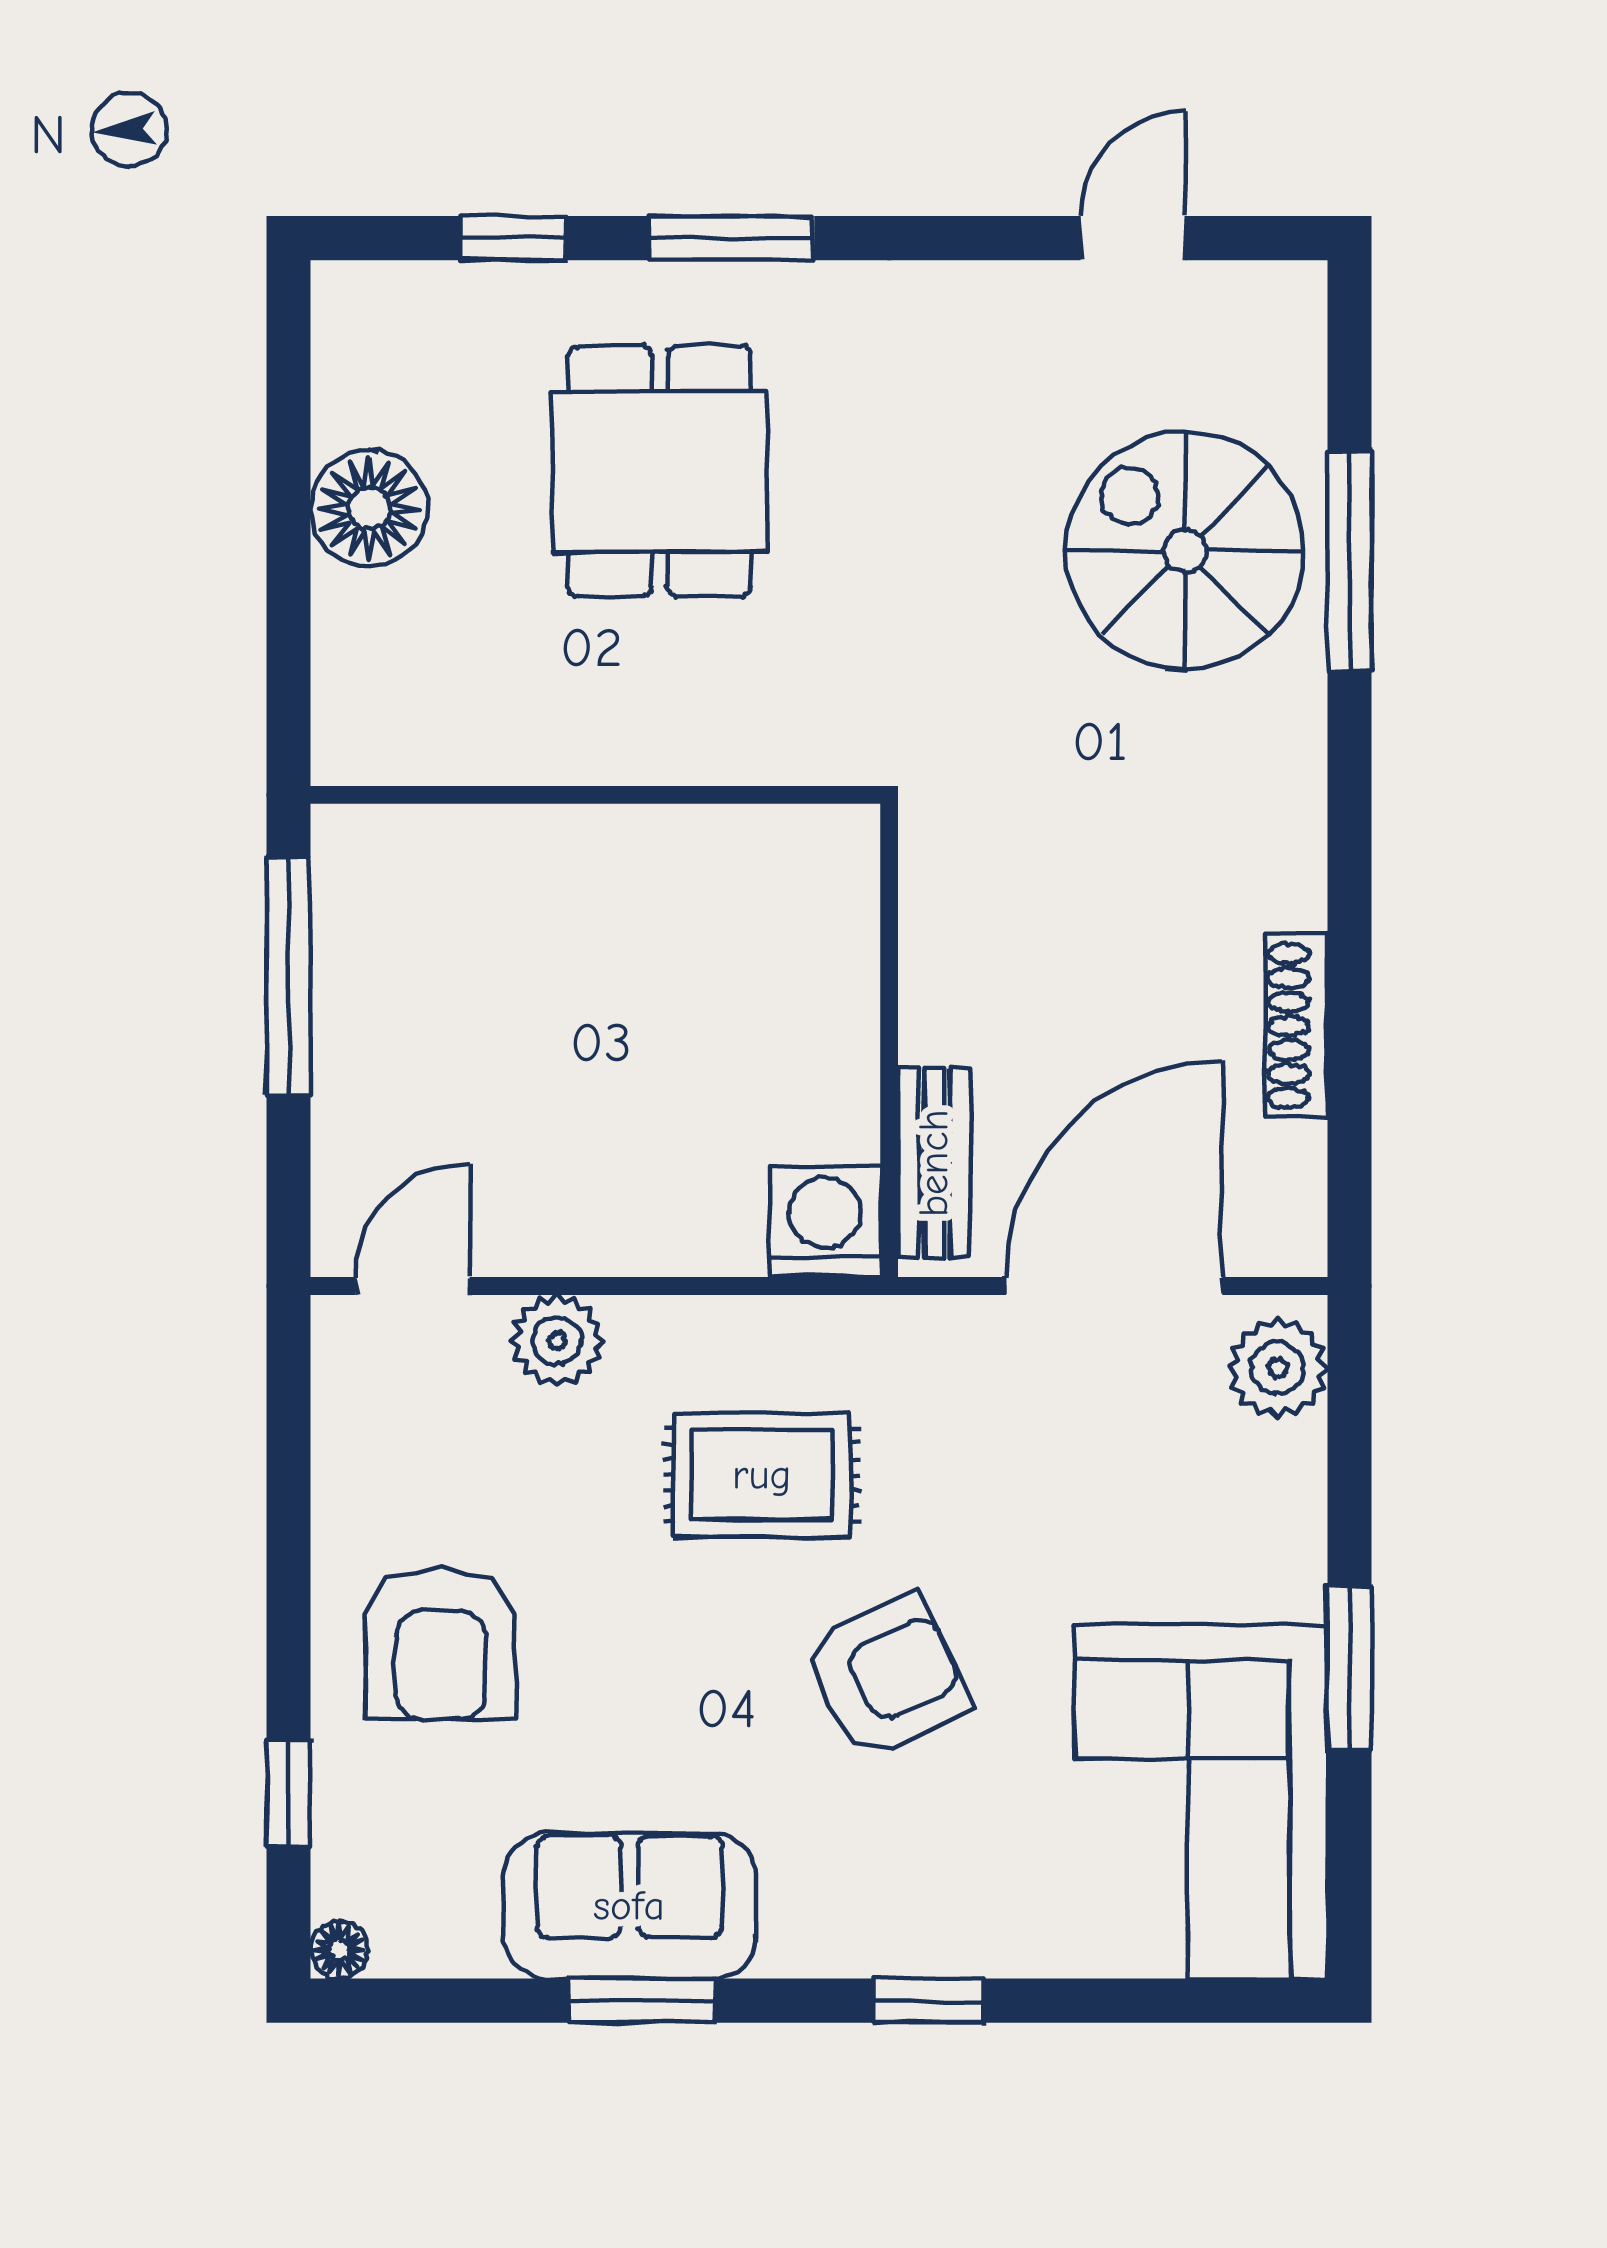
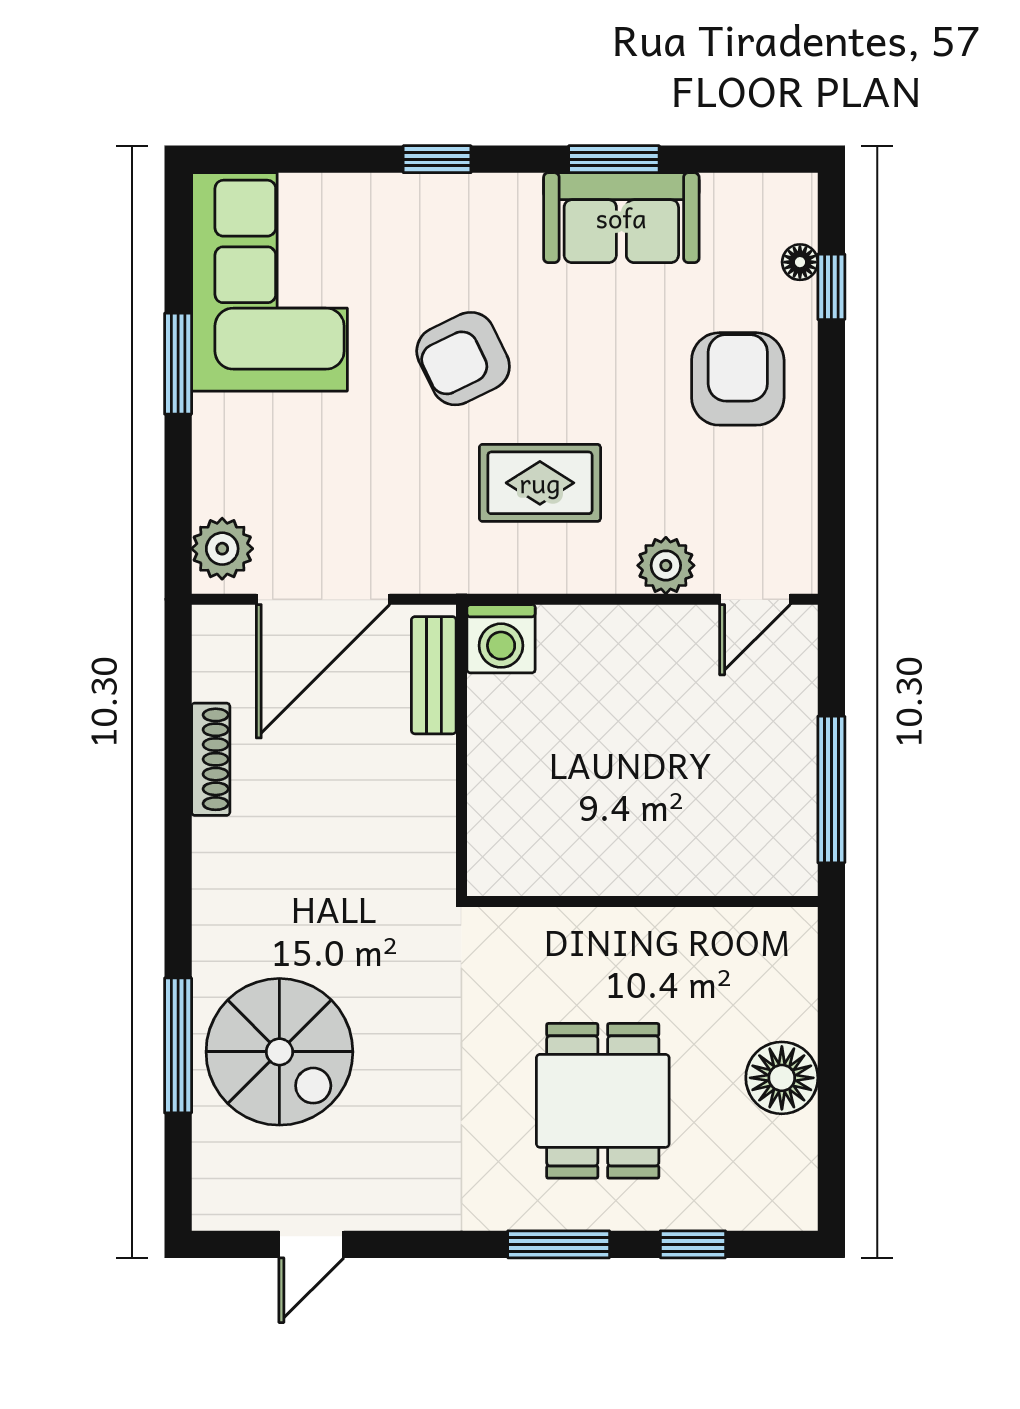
floor lamp: (339, 1950) -> (800, 262), moved

